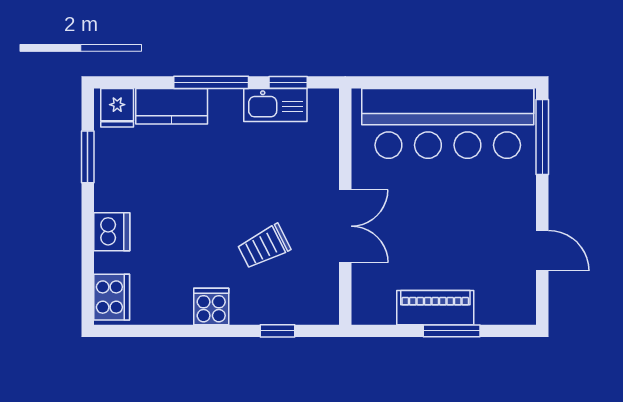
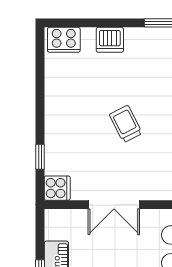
trolley: (264, 247) -> (126, 124), moved
cooker: (211, 307) -> (57, 188), moved

